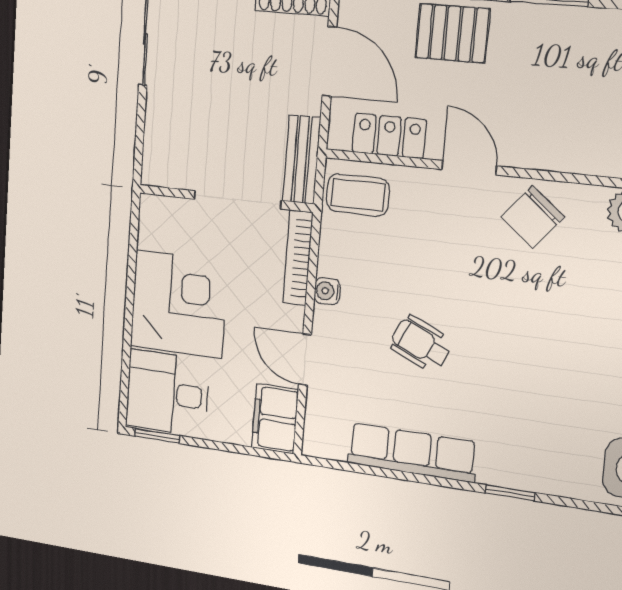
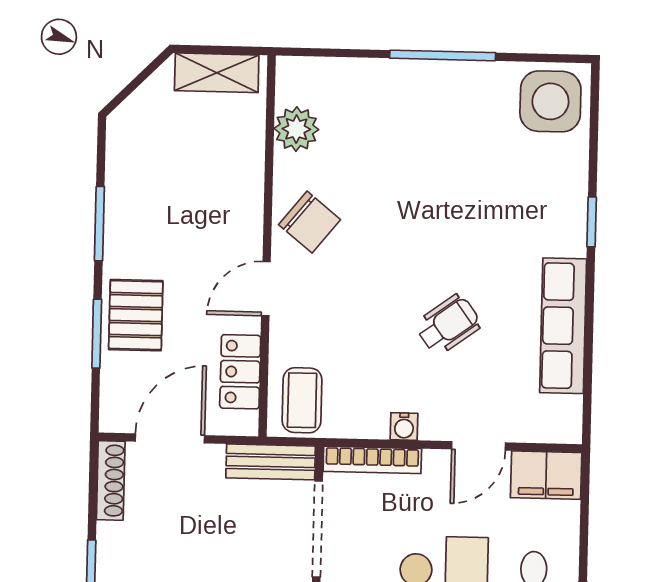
wheelchair: (421, 344) -> (448, 325), turned -150

